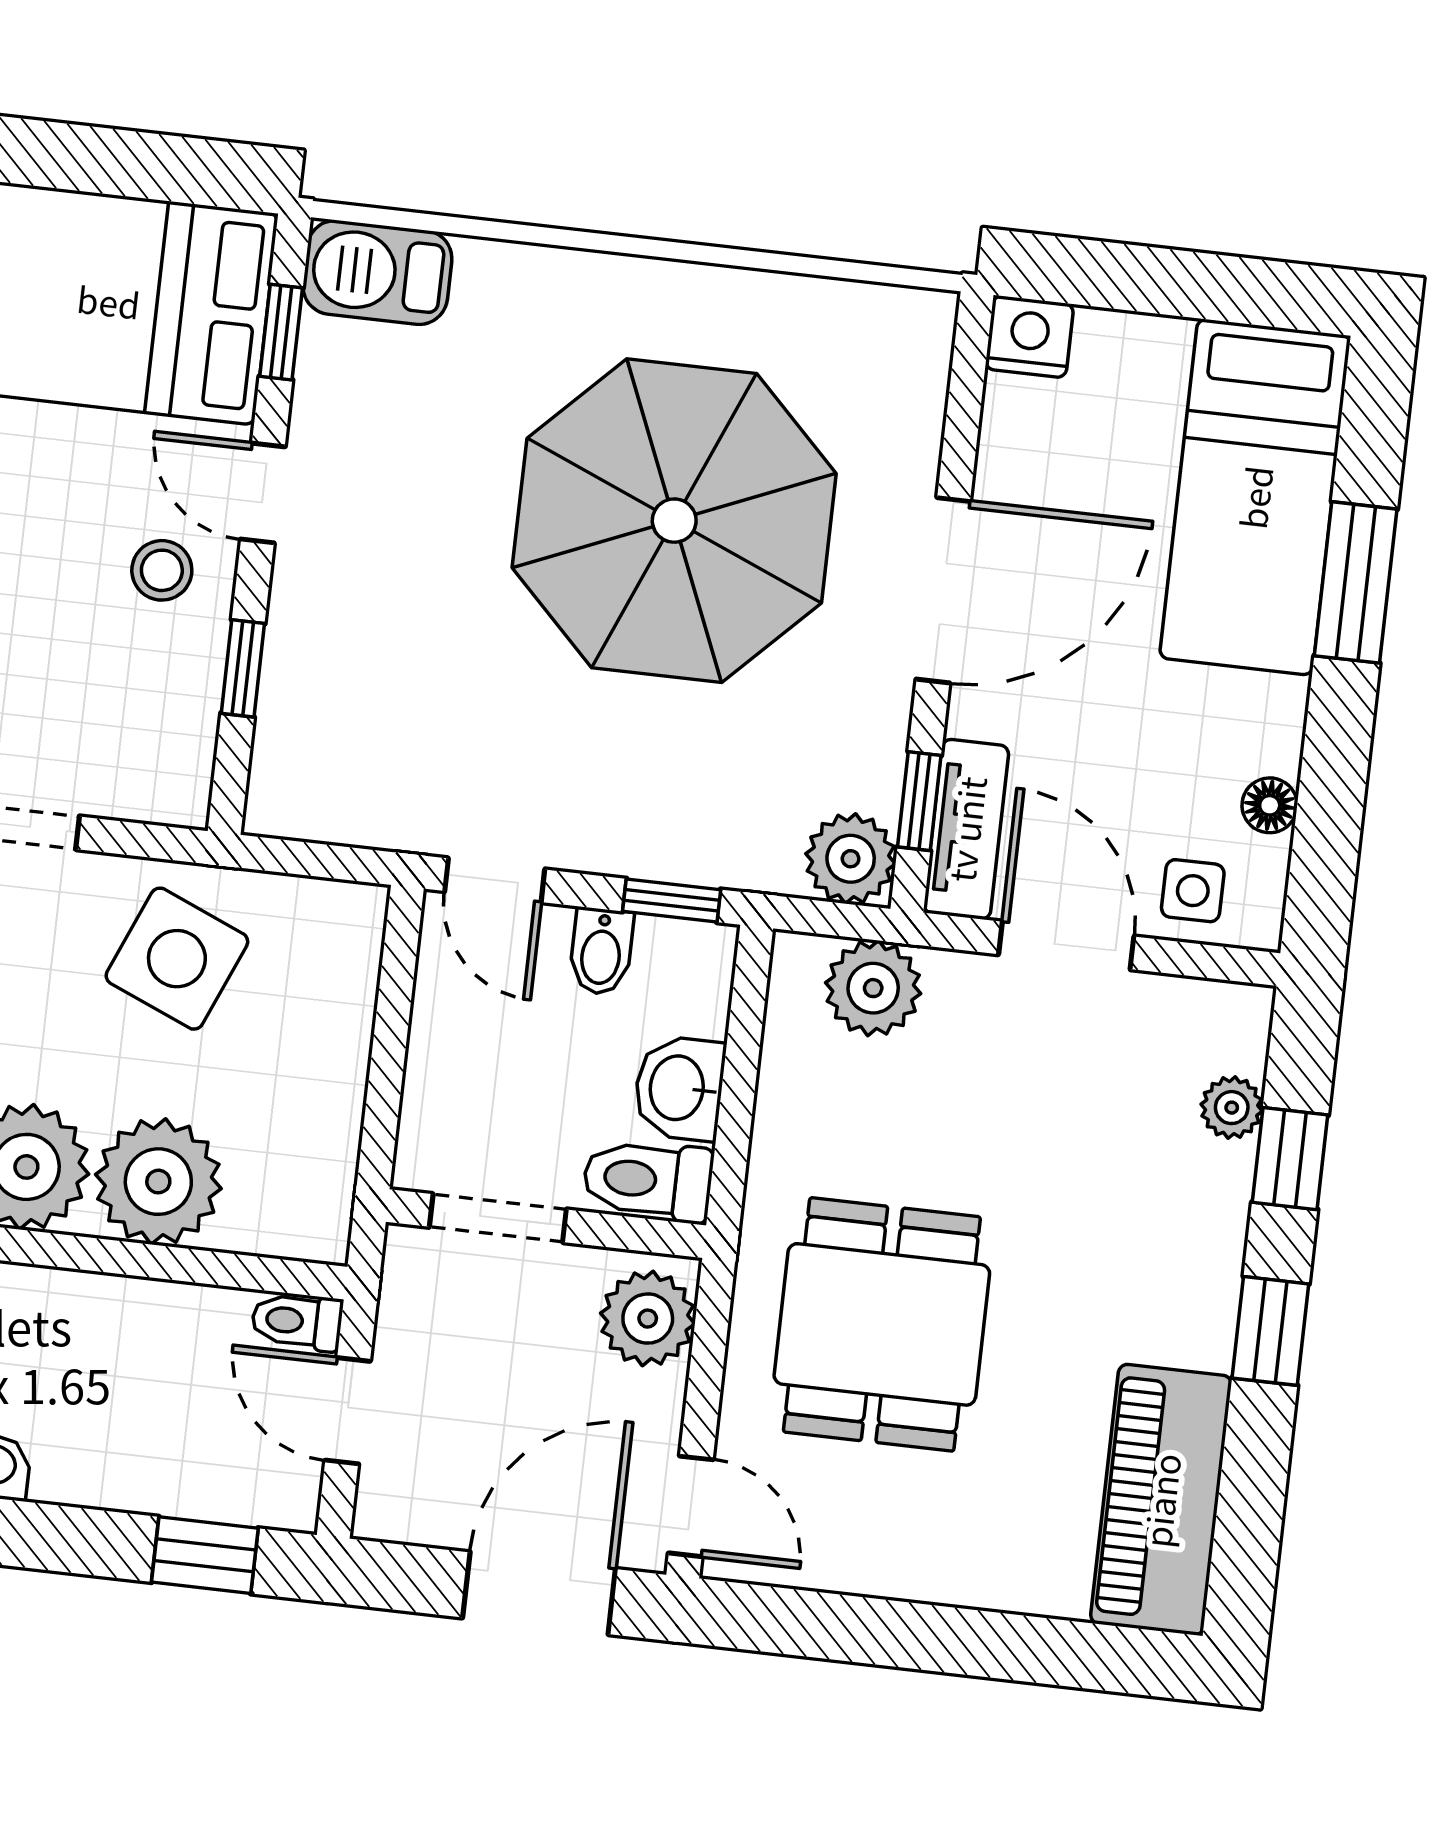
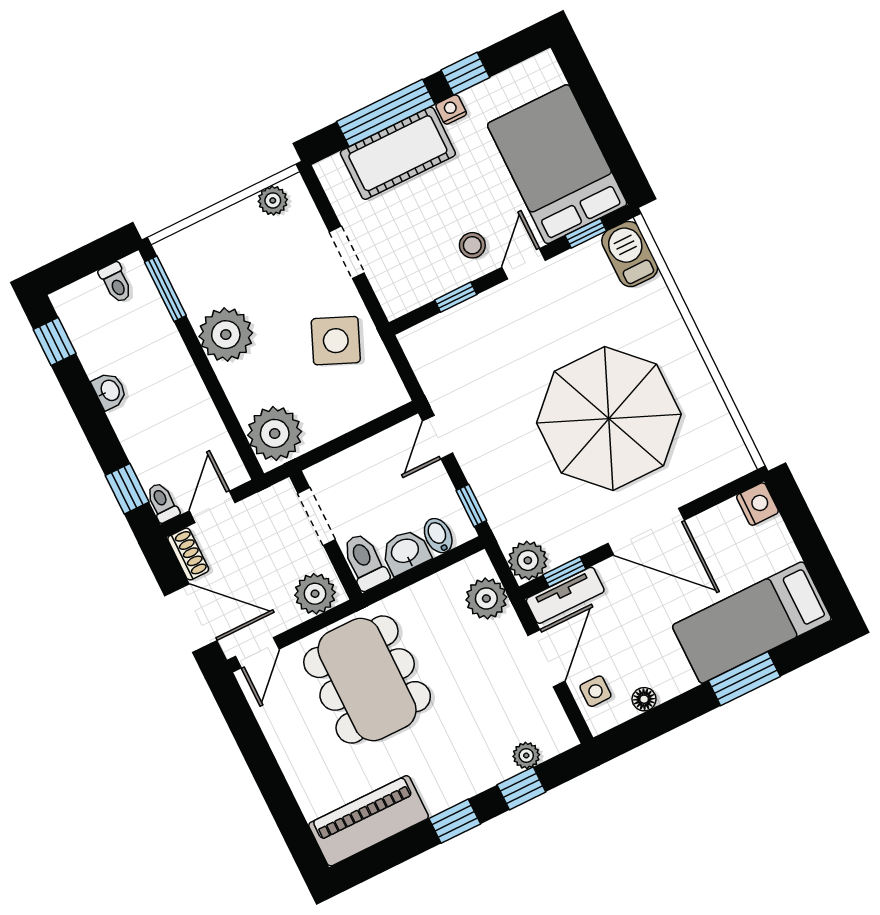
bidet: (601, 951) -> (438, 536), moved, turned 90
plant: (158, 1182) -> (275, 433), moved
toilet: (297, 1321) -> (162, 502), moved
dining table: (882, 1324) -> (367, 680), width x1.37
shoe rack: (410, 1517) -> (188, 554), added

